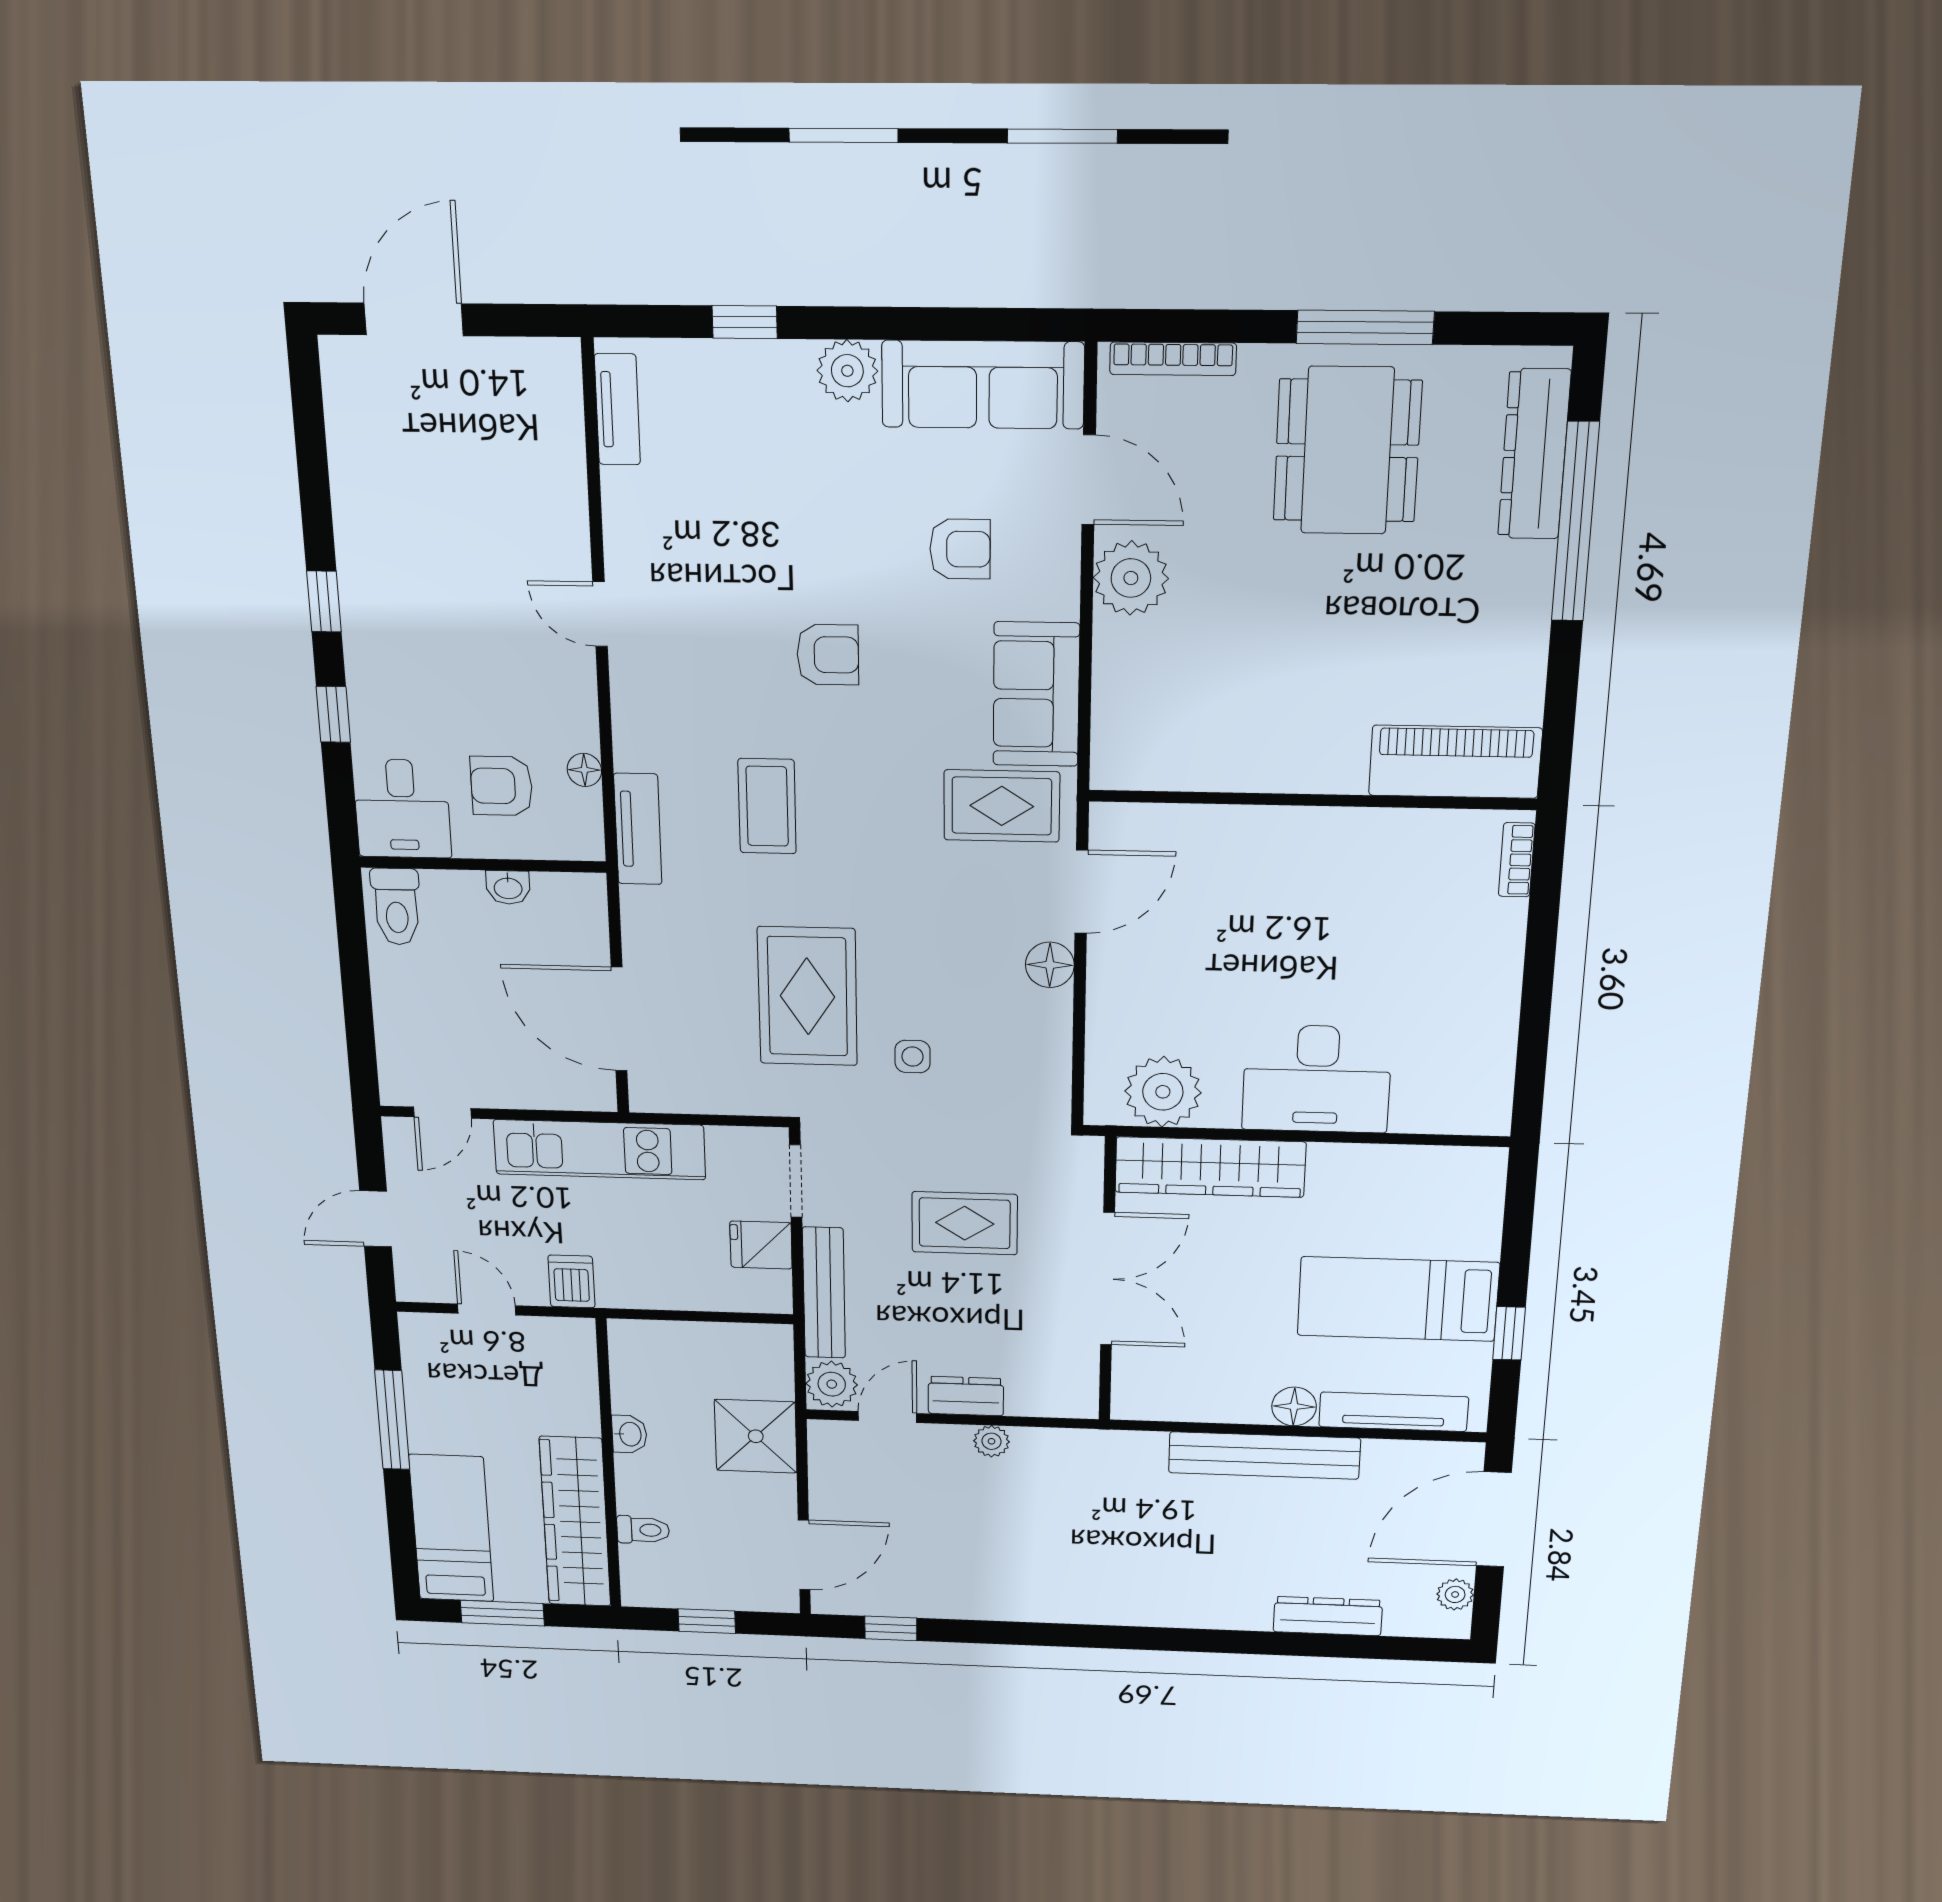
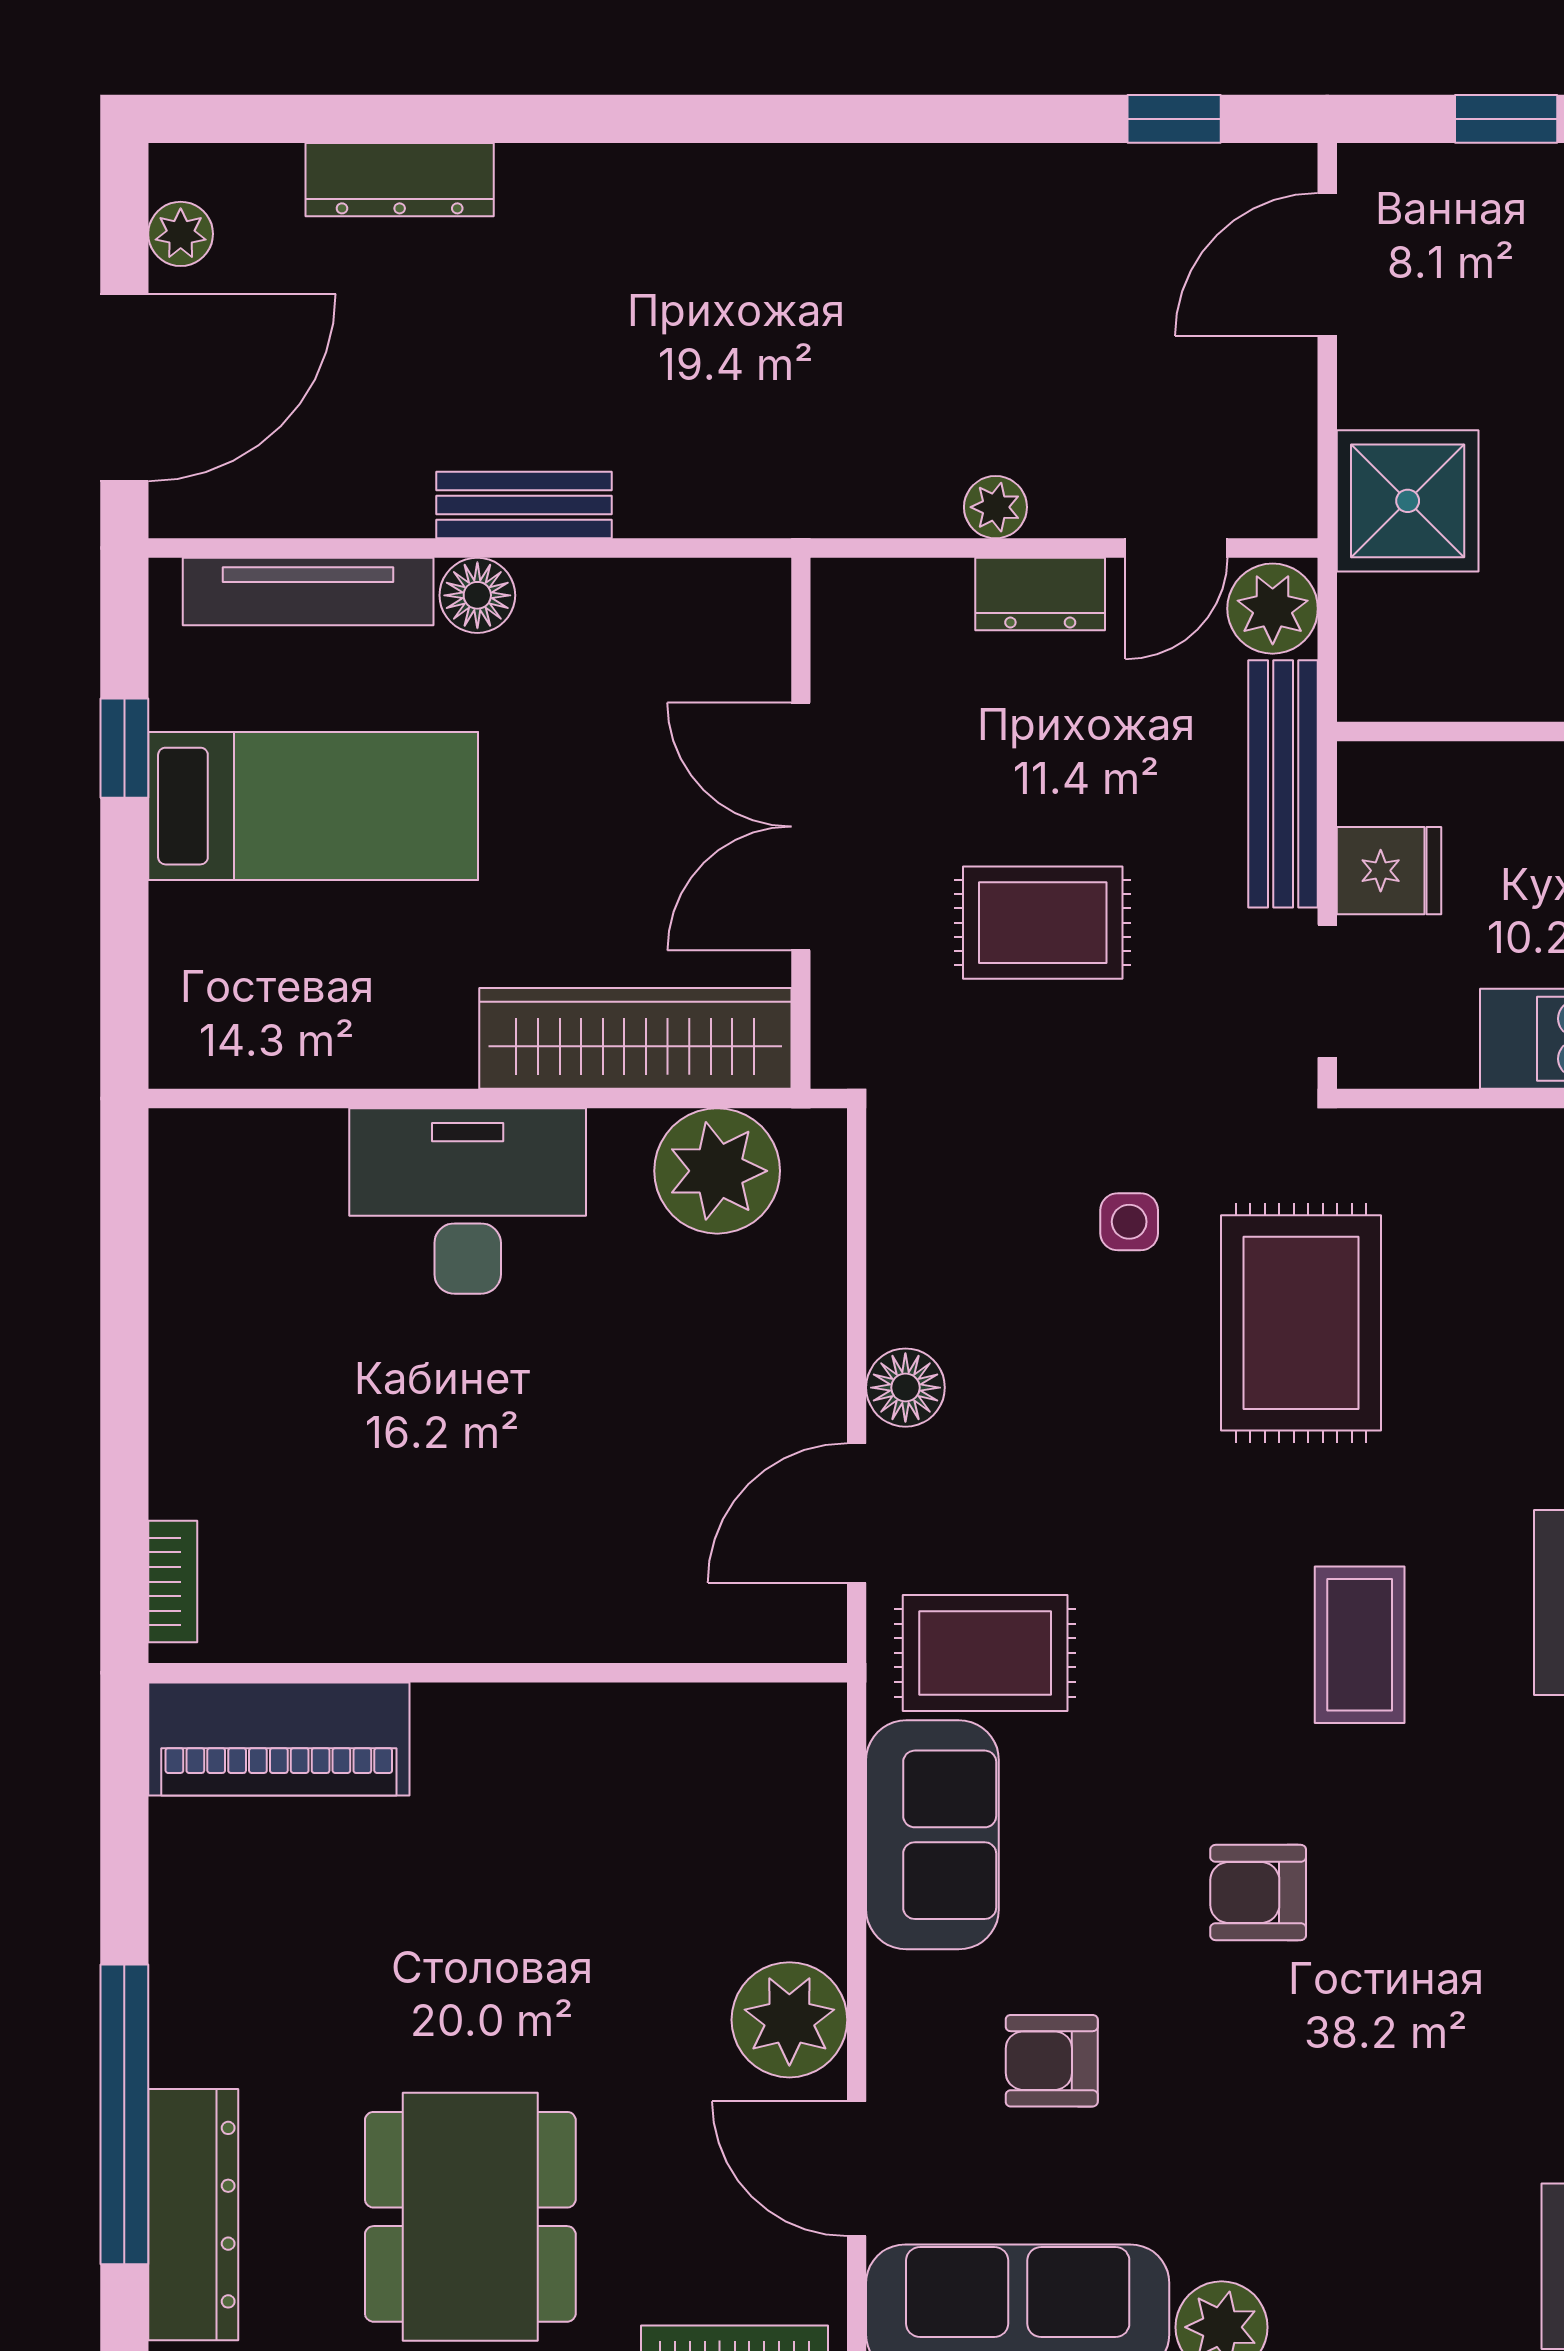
bench: (1264, 1455) -> (524, 505), width x0.54, depth x0.82

